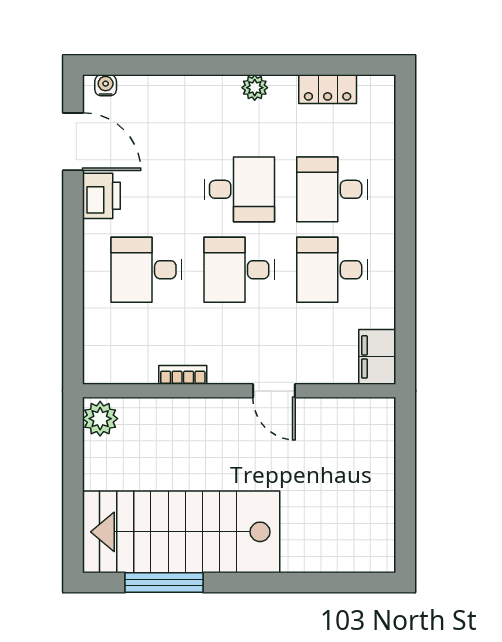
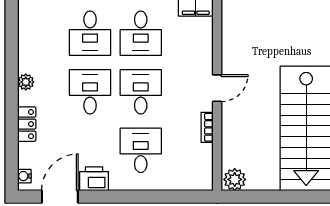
locker: (328, 89) -> (27, 124), moved
desk: (146, 270) -> (141, 150), turned 180
desk: (239, 270) -> (141, 92), turned 180
door: (274, 391) -> (217, 88), moved

